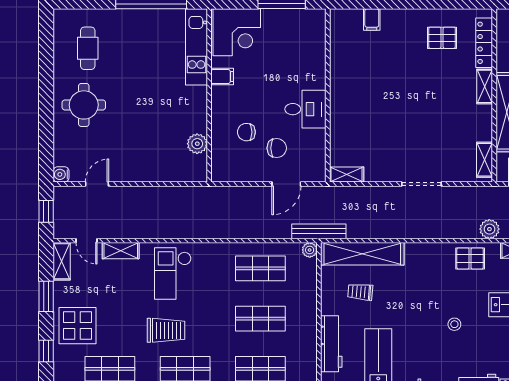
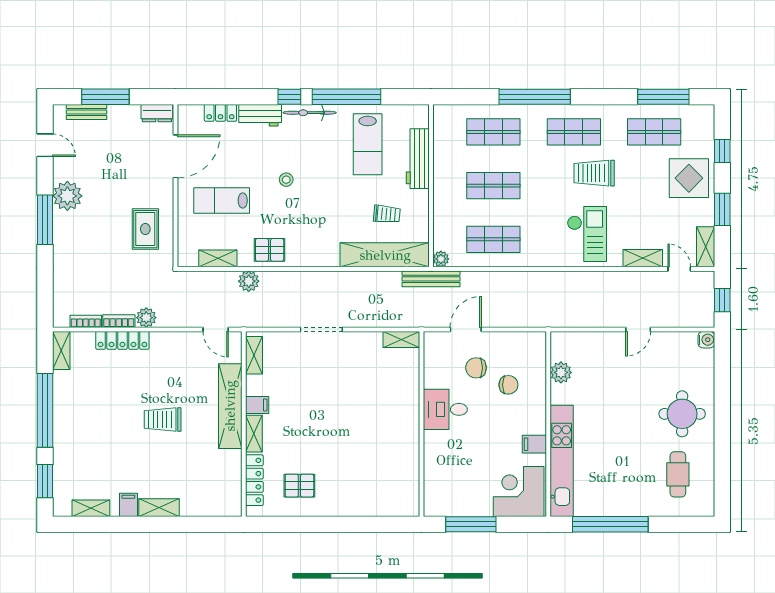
filing cabinet: (372, 19) -> (257, 405), moved, turned 90
kitchen unit: (197, 47) -> (562, 461), width x1.36
door: (97, 184) -> (638, 329), moved

